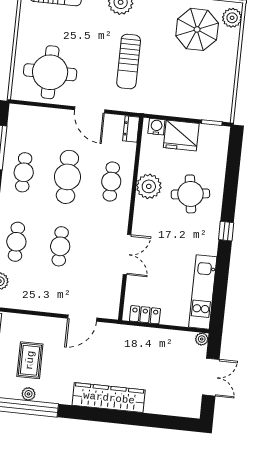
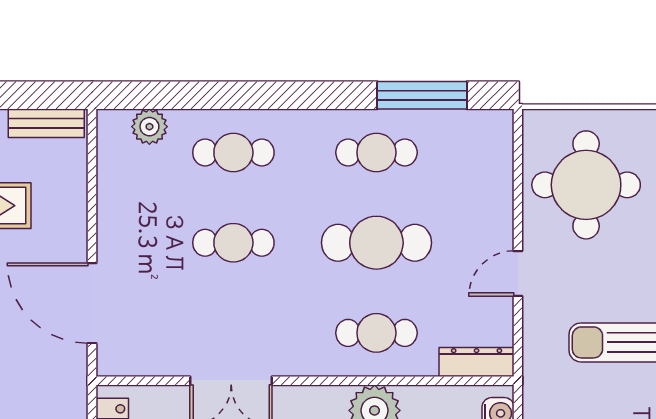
door: (90, 110) -> (518, 273), width x0.73
dresser: (131, 129) -> (477, 362), width x1.44
door: (82, 318) -> (92, 303), width x1.36

